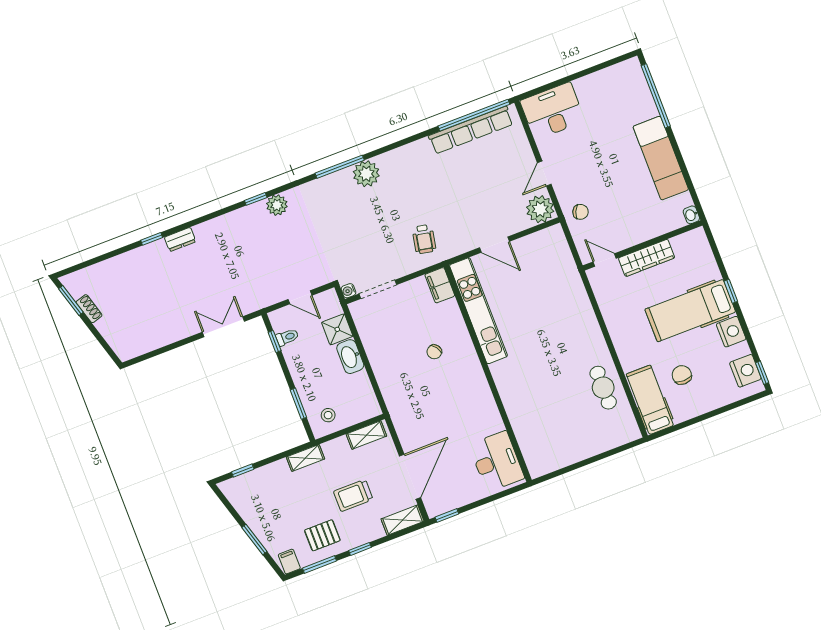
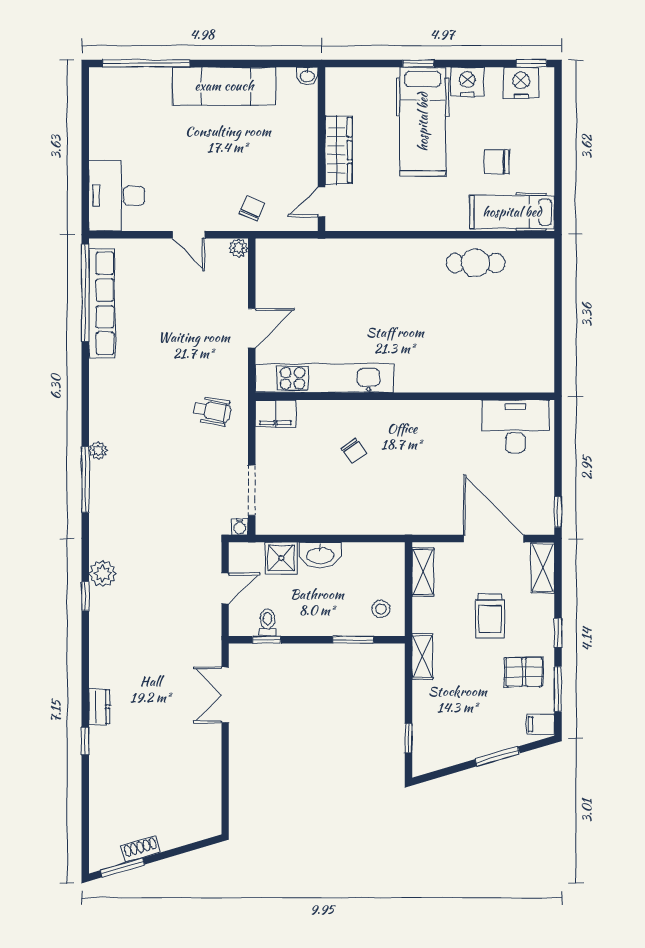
plant: (366, 174) -> (98, 451), width x0.53, depth x0.53
plant: (540, 209) -> (238, 248), width x0.53, depth x0.53
pallet: (322, 535) -> (524, 672), turned 90

